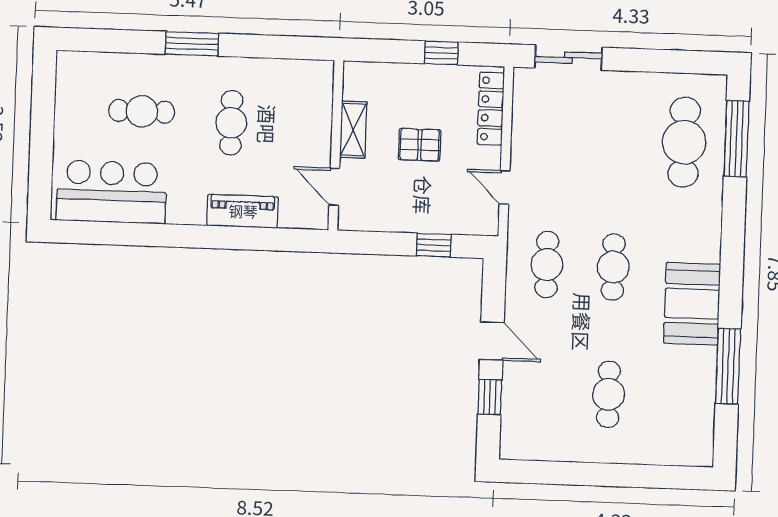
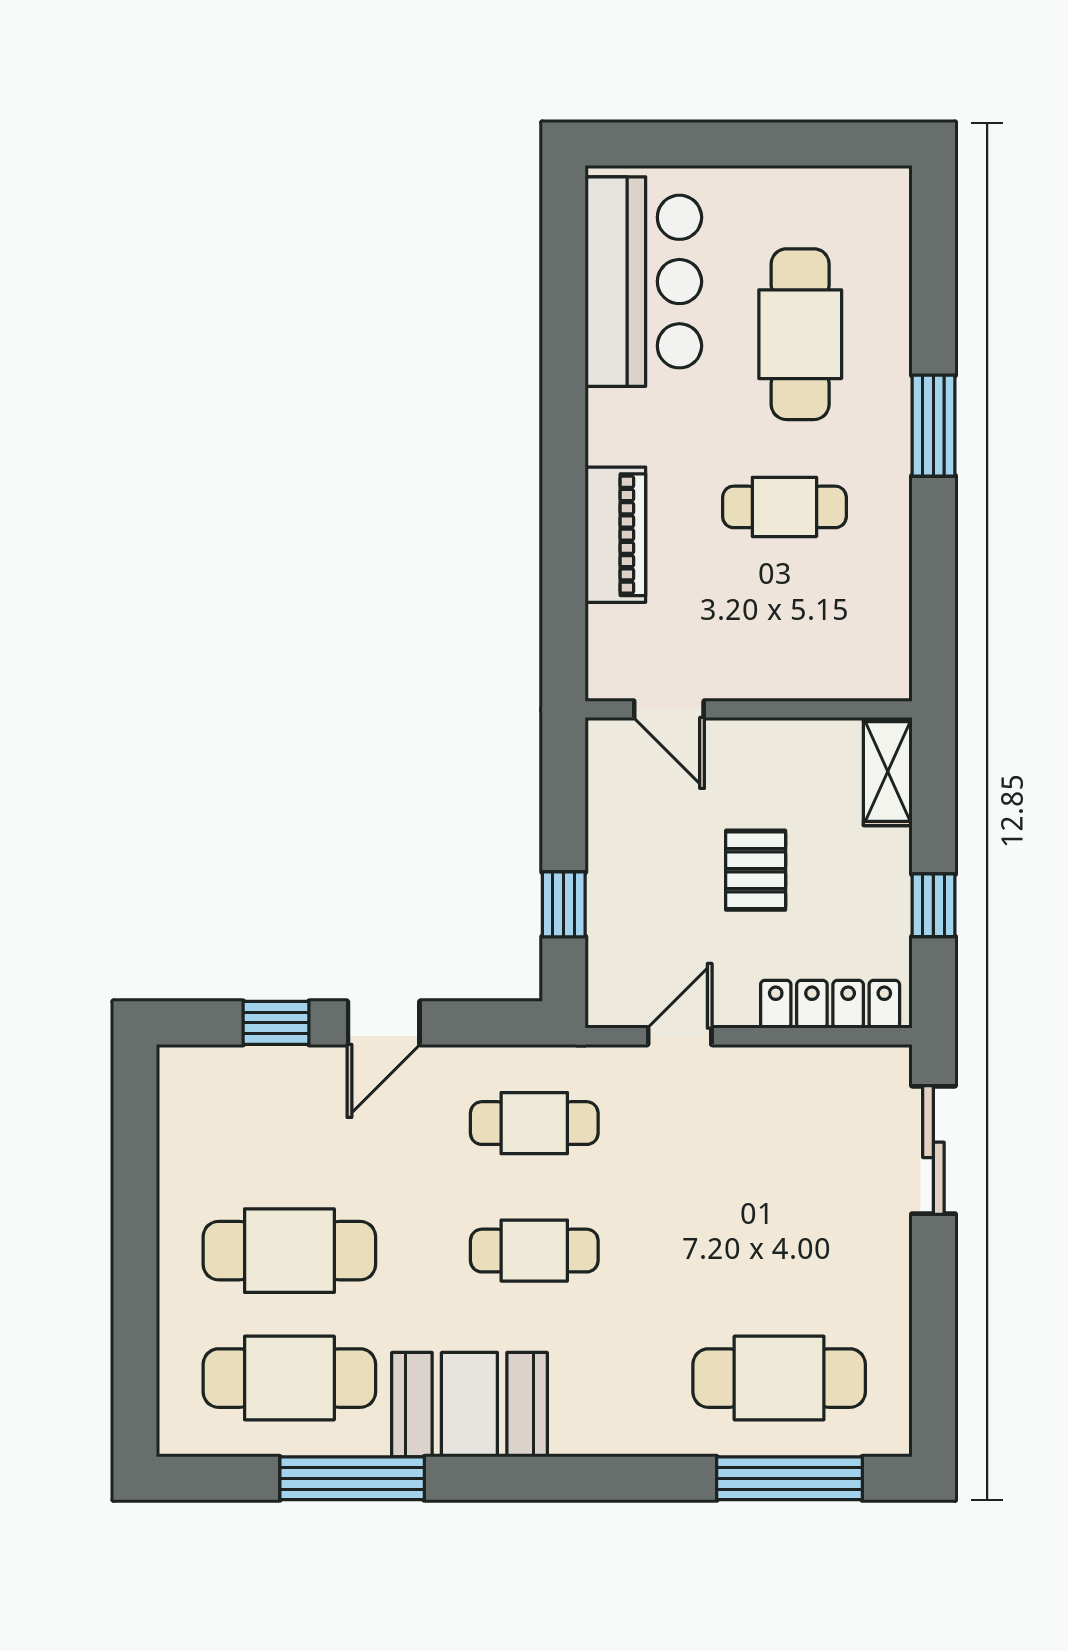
cafe table: (142, 111) -> (800, 334), width x1.37, depth x1.35
shelving: (353, 130) -> (888, 772), moved, turned 90
door: (334, 187) -> (669, 709), swing flipped
cafe table: (609, 394) -> (289, 1251), width x1.37, depth x1.35
cafe table: (675, 397) -> (289, 1378), added

